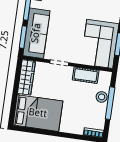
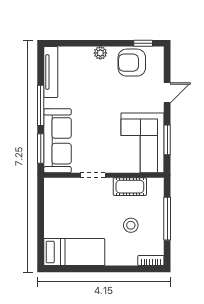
wardrobe: (26, 77) -> (53, 201), removed
stool: (102, 97) -> (131, 225), moved
bed: (38, 113) -> (74, 252), width x0.67

